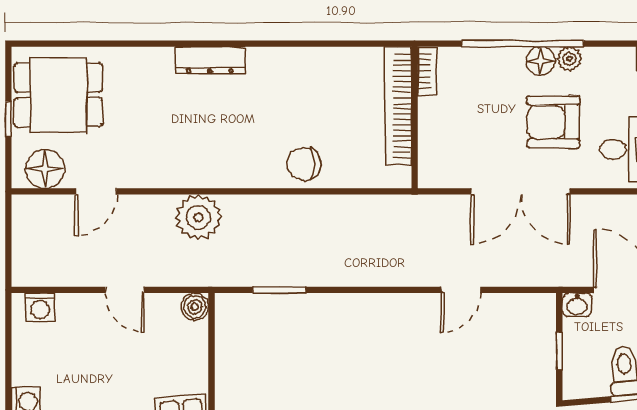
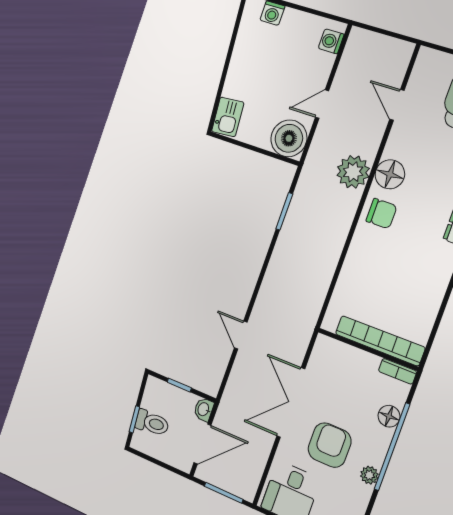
floor lamp: (540, 61) -> (389, 416), moved
chair: (304, 164) -> (381, 214), moved, turned 90
floor lamp: (45, 169) -> (390, 174), moved
boiler: (195, 307) -> (289, 138), width x1.86, depth x1.86

